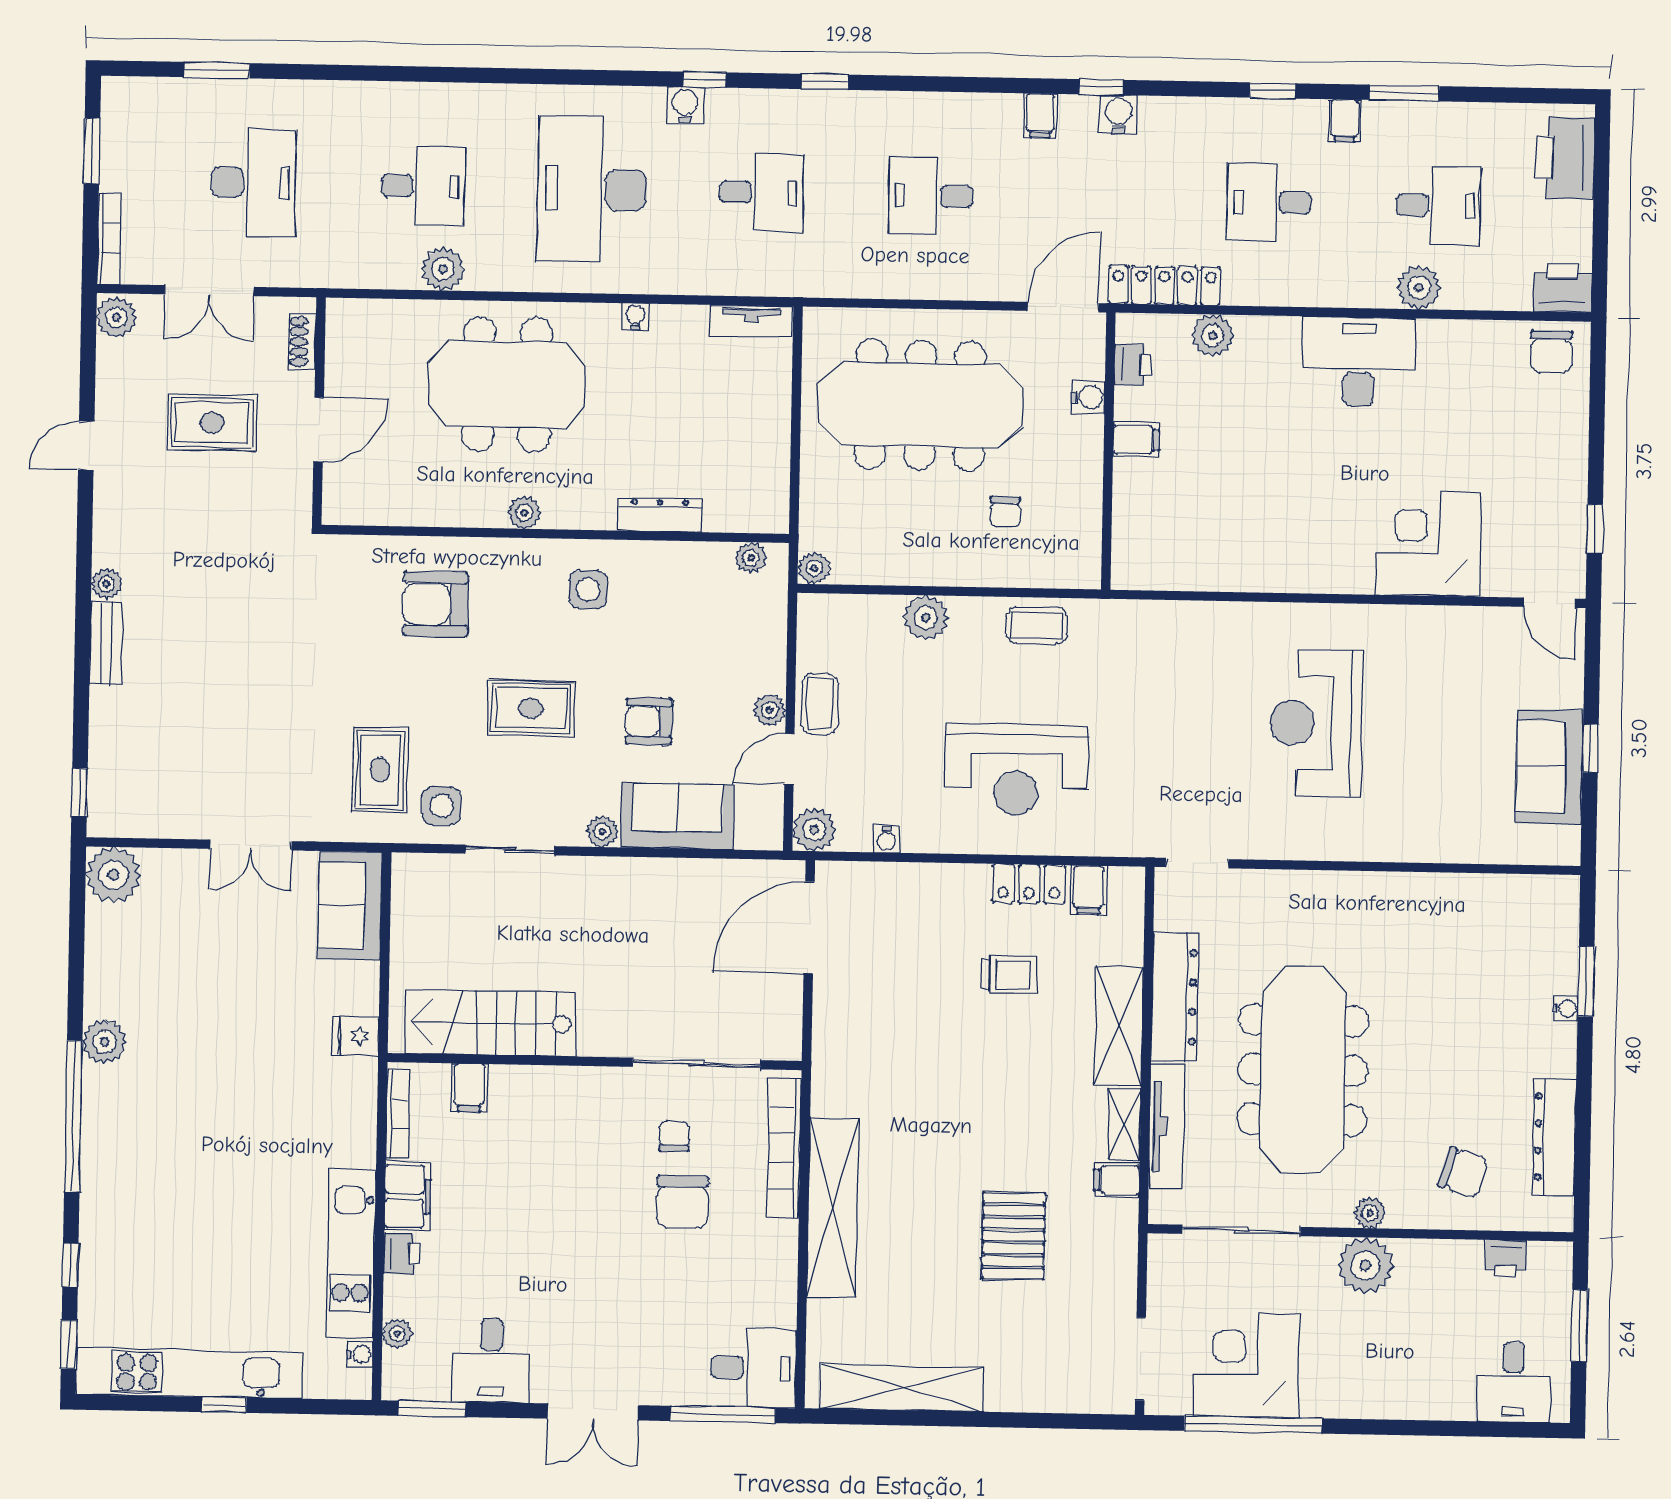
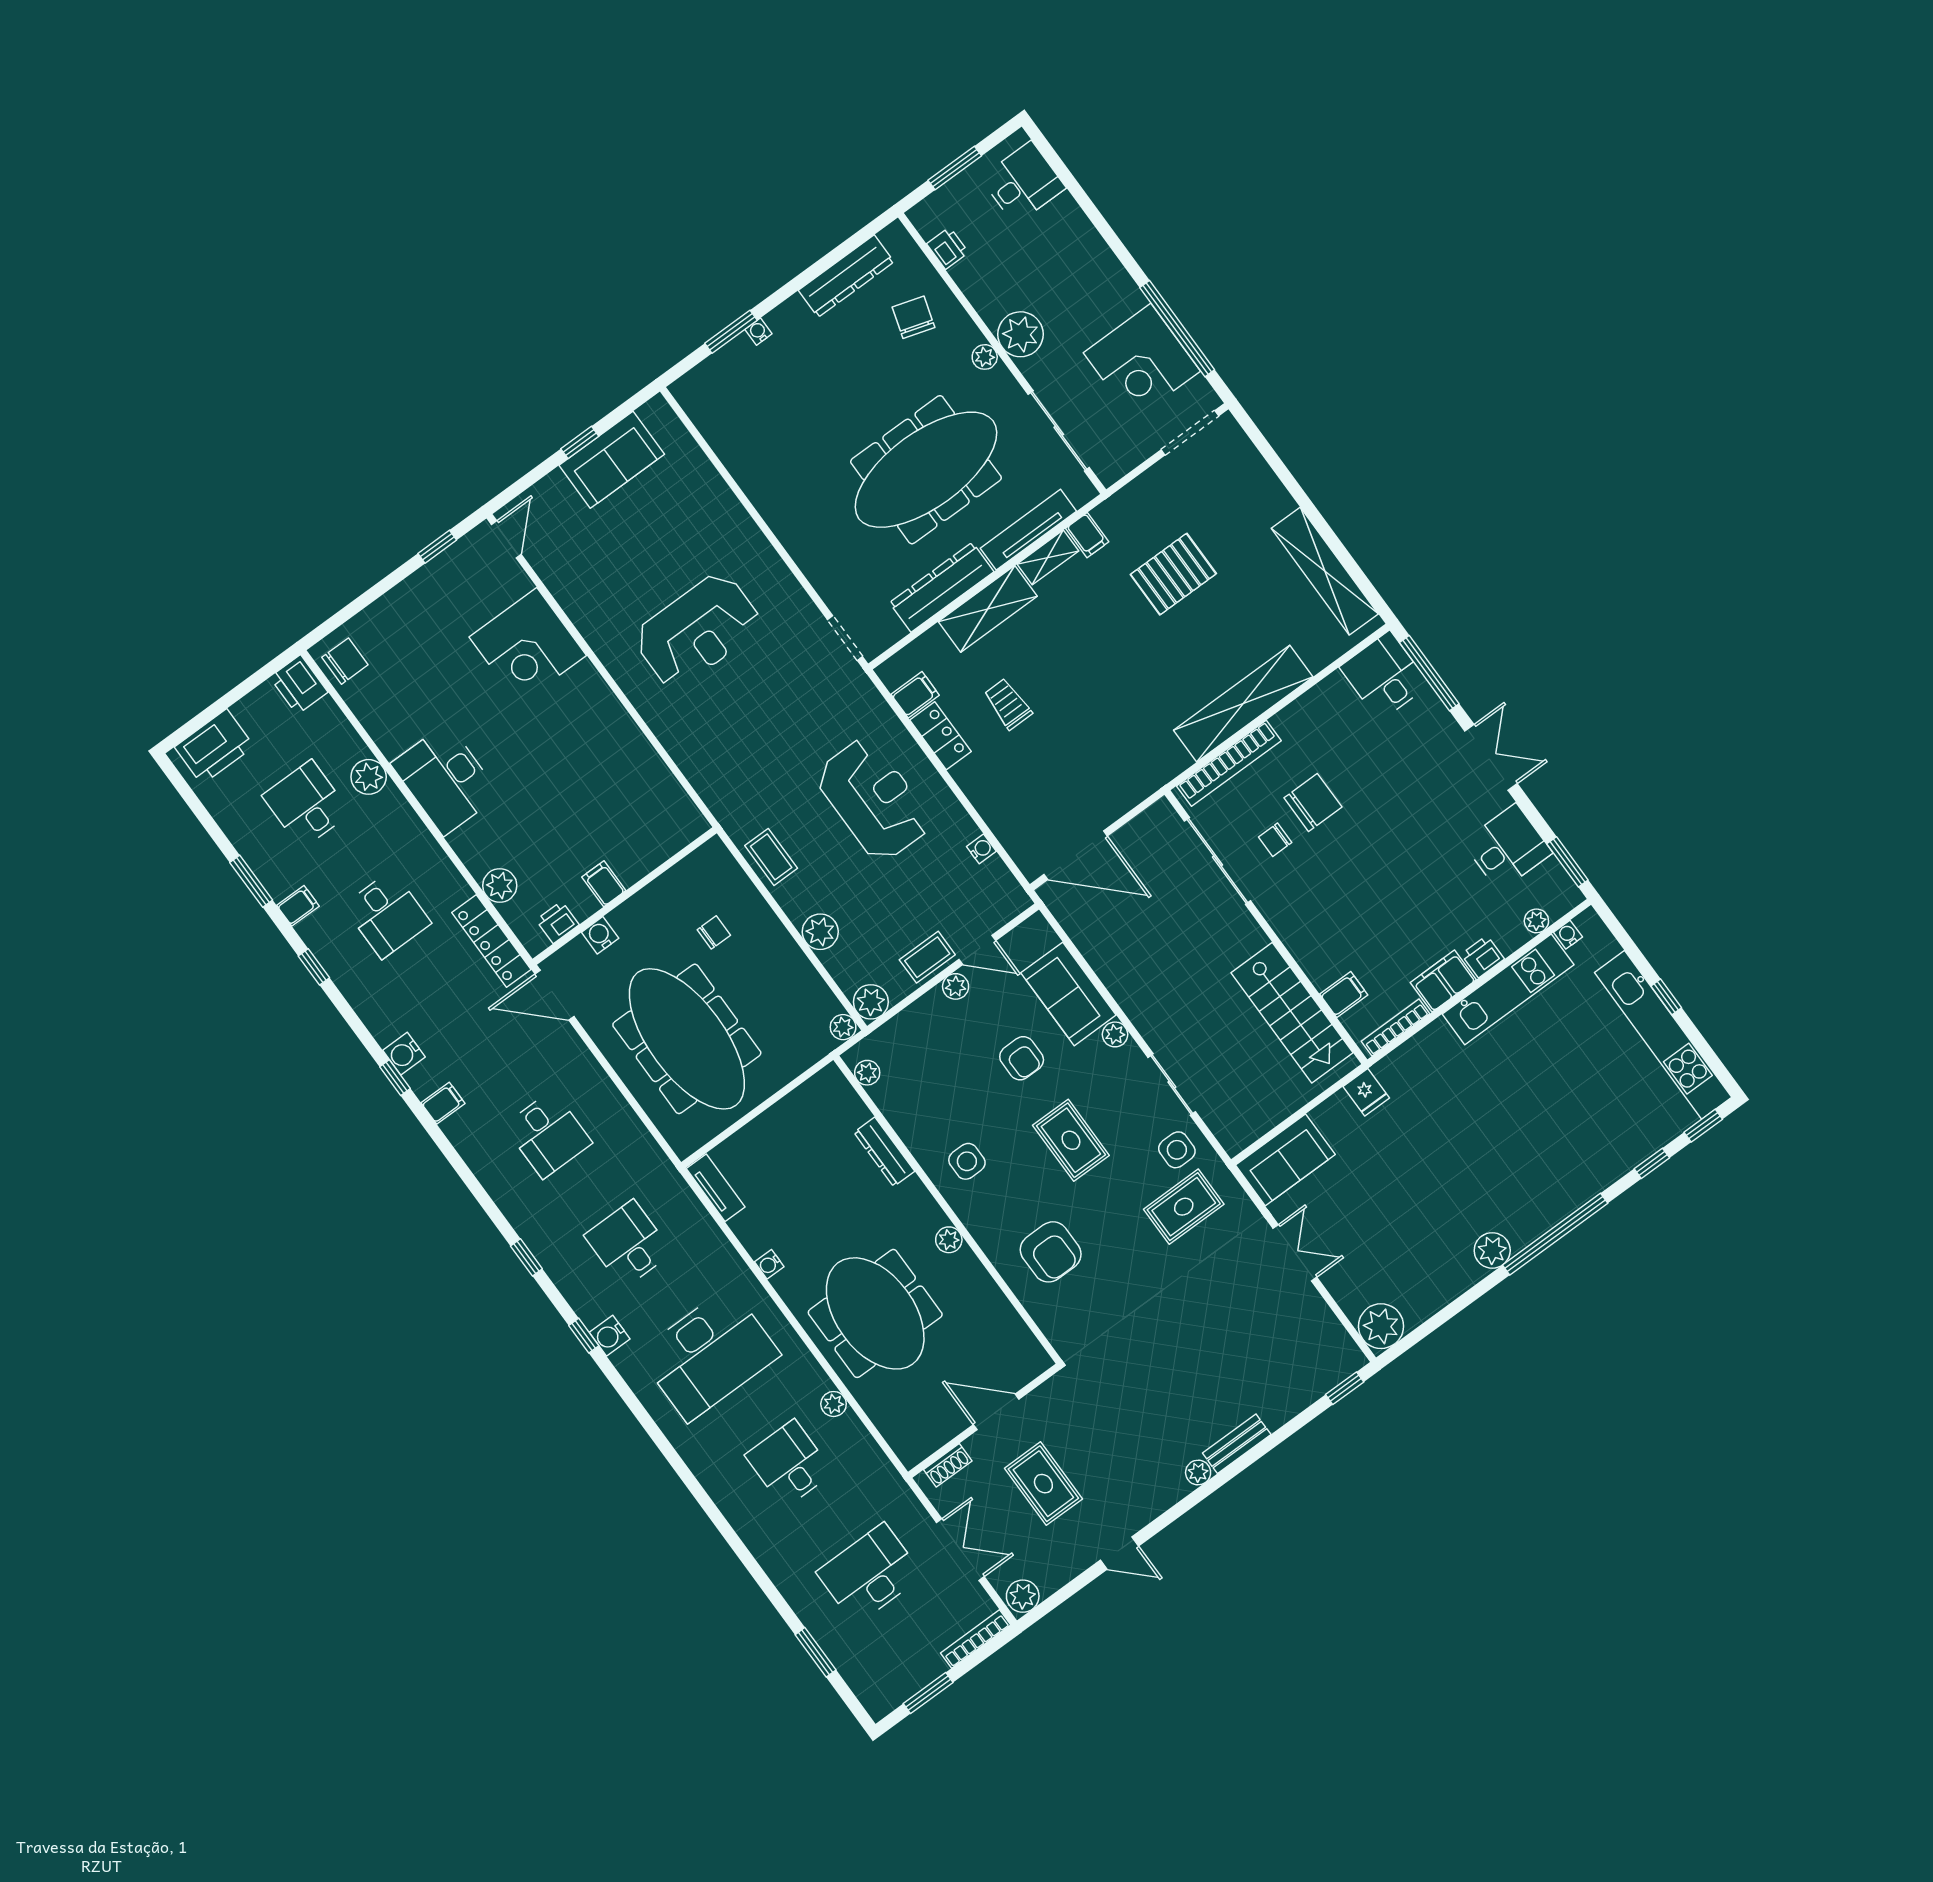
plant: (443, 269) -> (834, 1404), width x0.73, depth x0.73
plant: (814, 830) -> (871, 1002), moved

